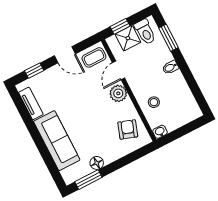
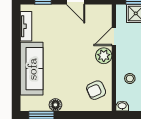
coffee table: (94, 57) -> (99, 15), removed
armchair: (128, 129) -> (96, 90), turned -133

